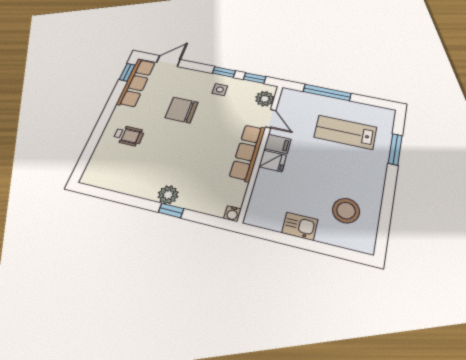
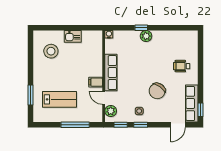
chair: (182, 110) -> (157, 91), turned 126
fridge: (273, 161) -> (96, 71), removed

